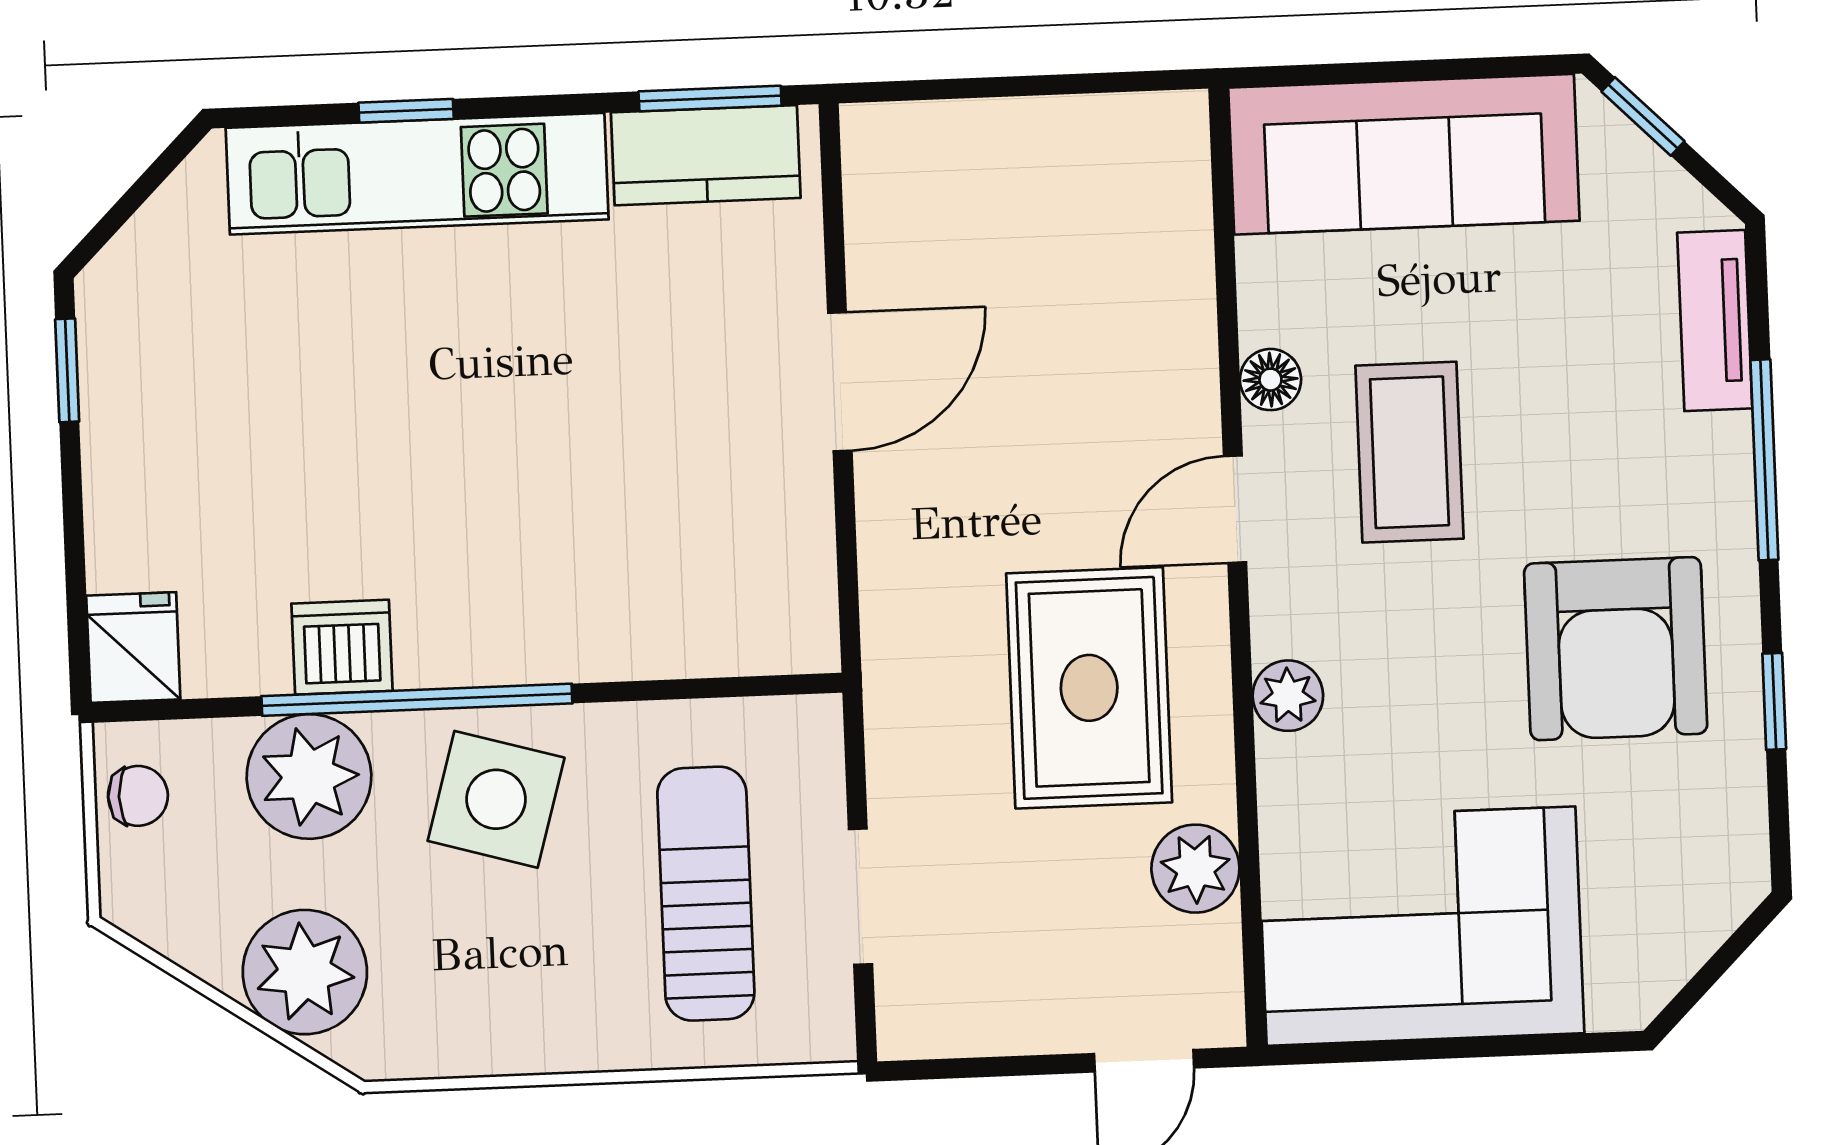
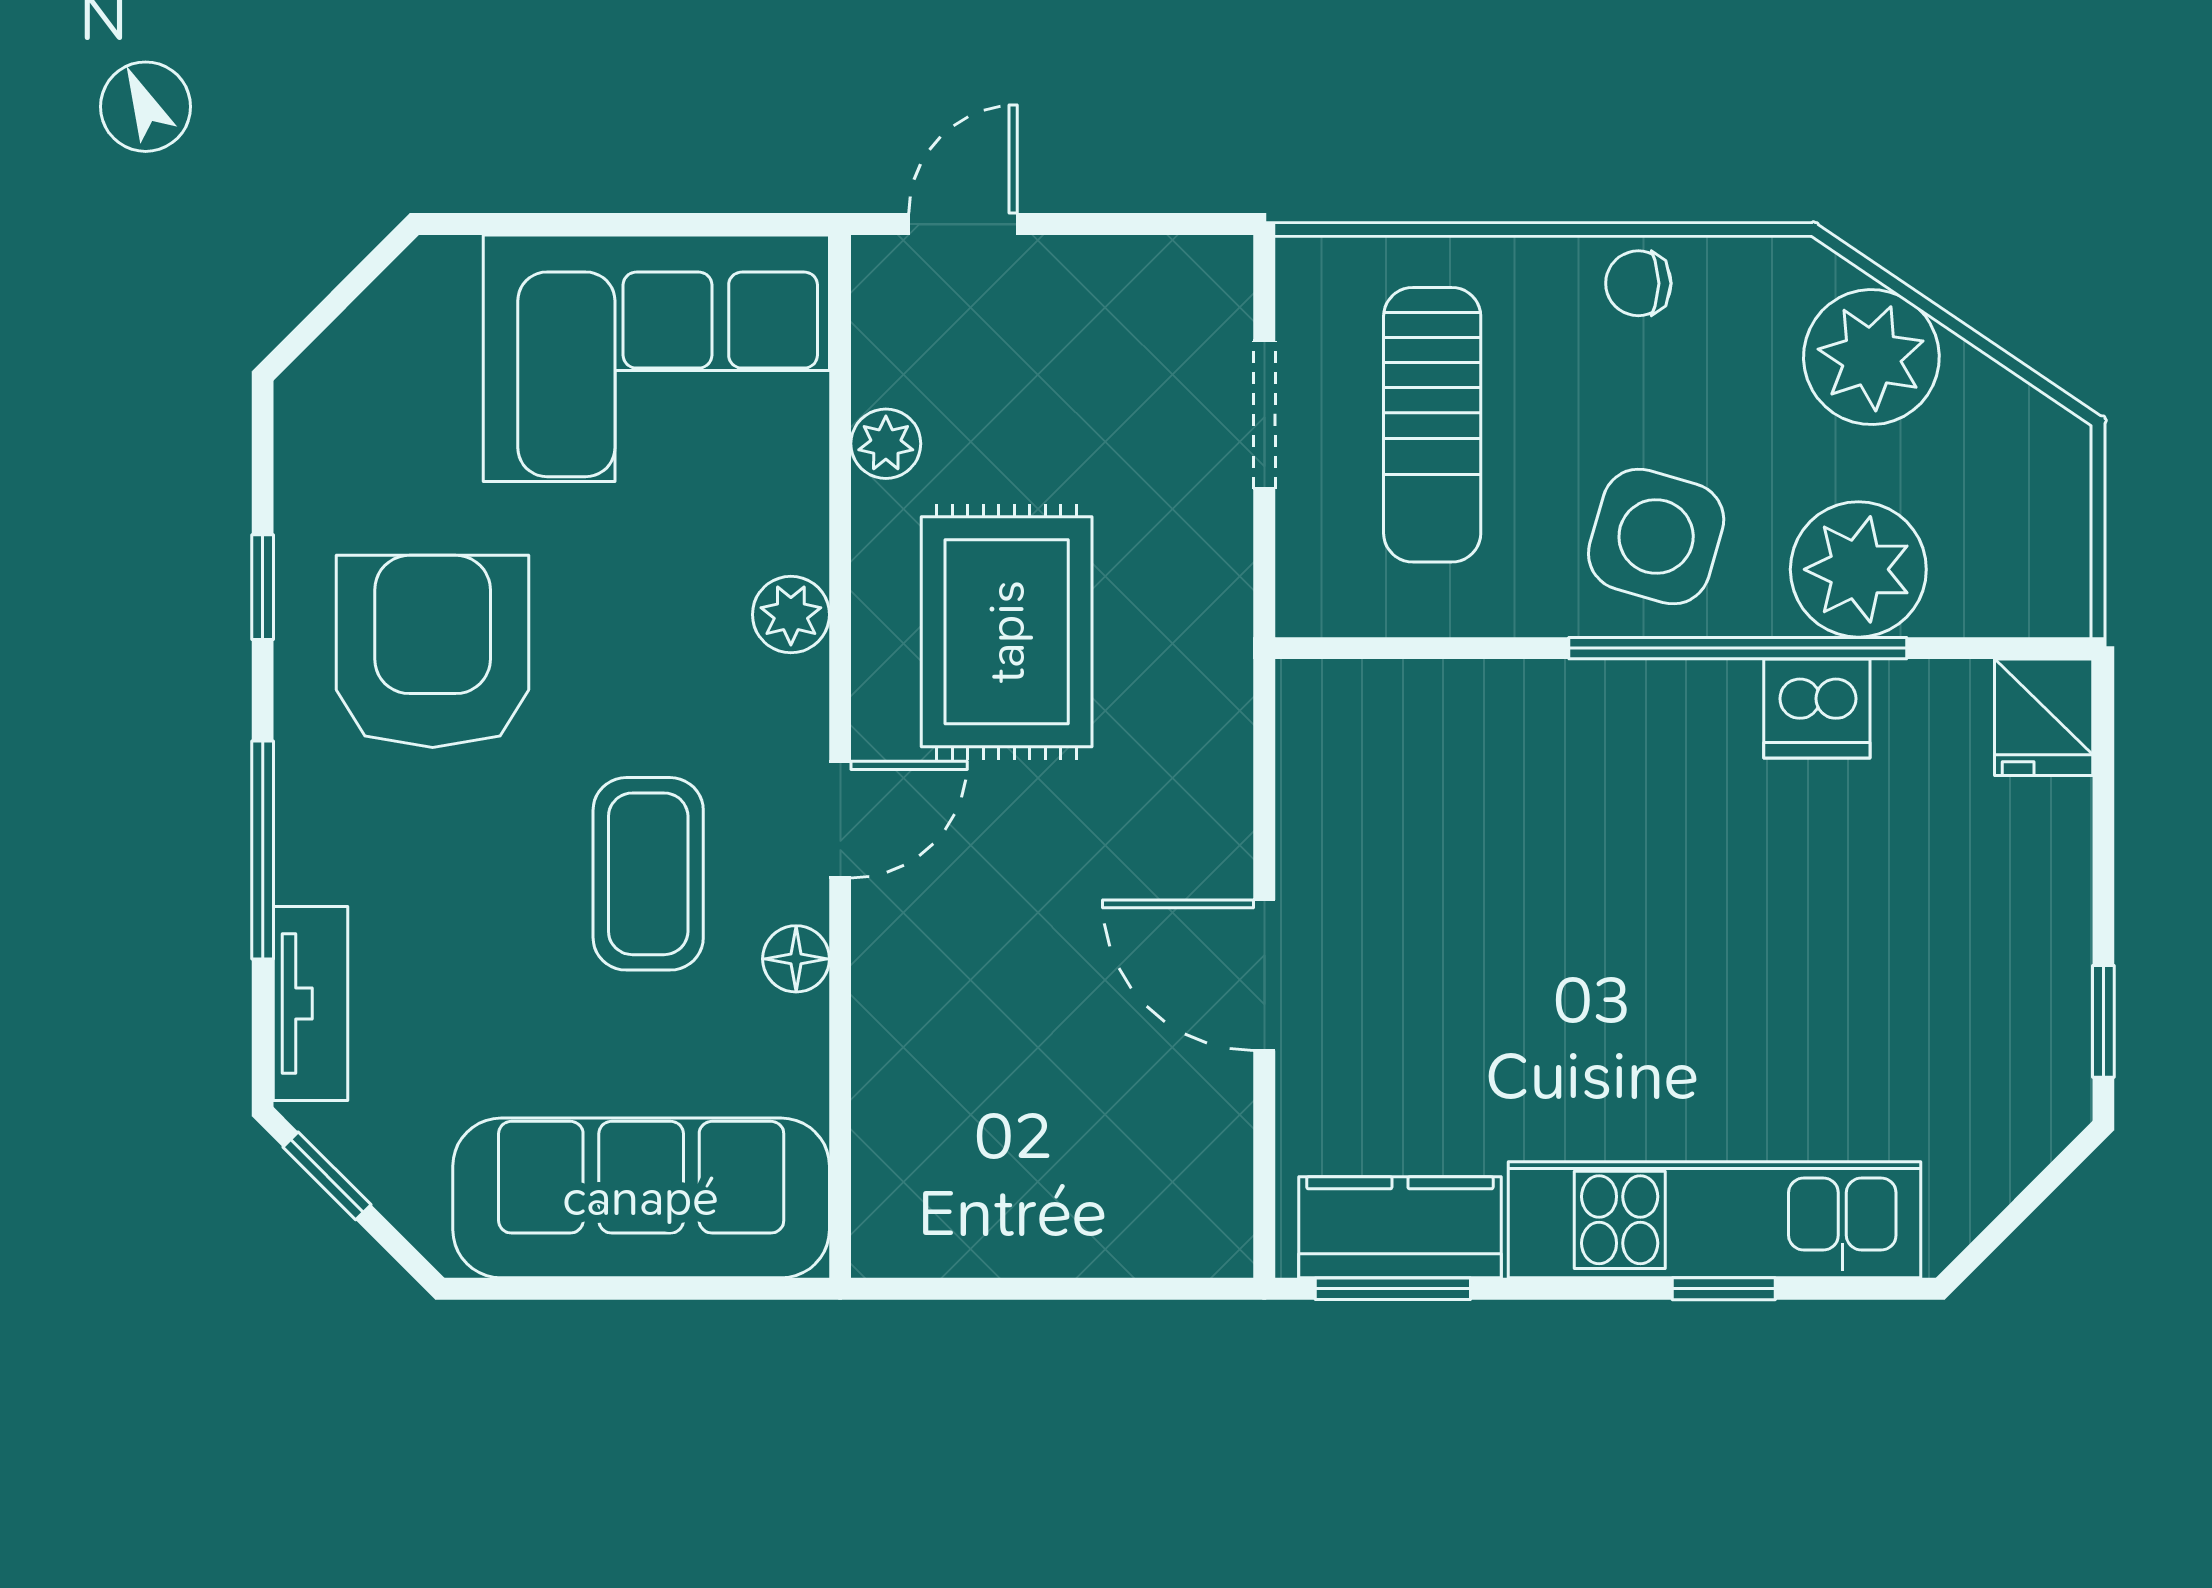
window: (1643, 116) -> (327, 1176), moved
door: (840, 382) -> (1264, 975), hinge flipped
chair: (138, 796) -> (1638, 283), moved
plant: (1195, 869) -> (886, 444), width x0.73, depth x0.73

